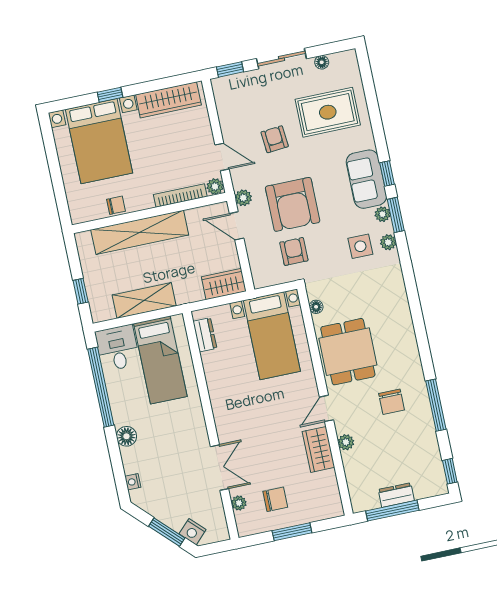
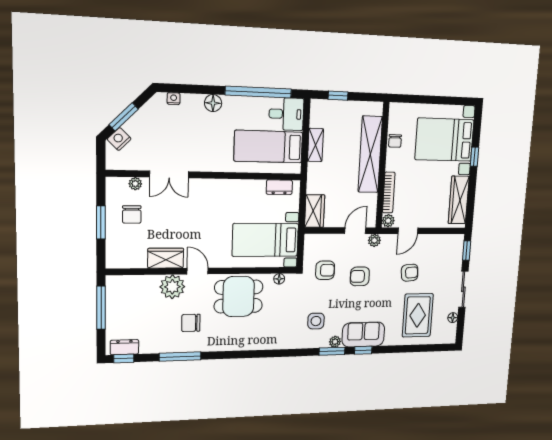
armchair: (293, 204) -> (360, 276), width x0.53, depth x0.53
plant: (388, 242) -> (314, 342), removed
shelving: (144, 301) -> (316, 145), width x0.67, depth x0.75
plant: (346, 442) -> (172, 287), width x1.88, depth x1.88
dresser: (396, 495) -> (124, 347), moved, turned -90

